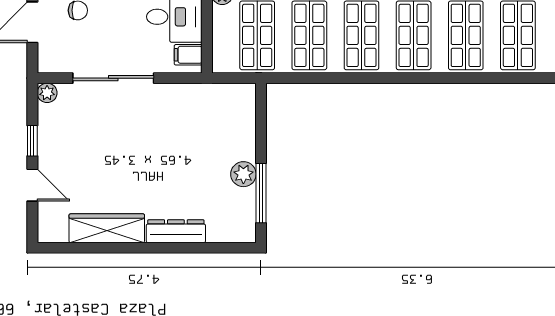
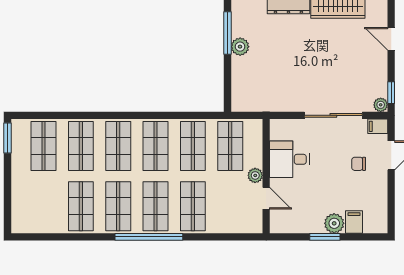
filing cabinet: (188, 55) -> (378, 126), moved, turned 180
window: (32, 141) -> (391, 93), moved

